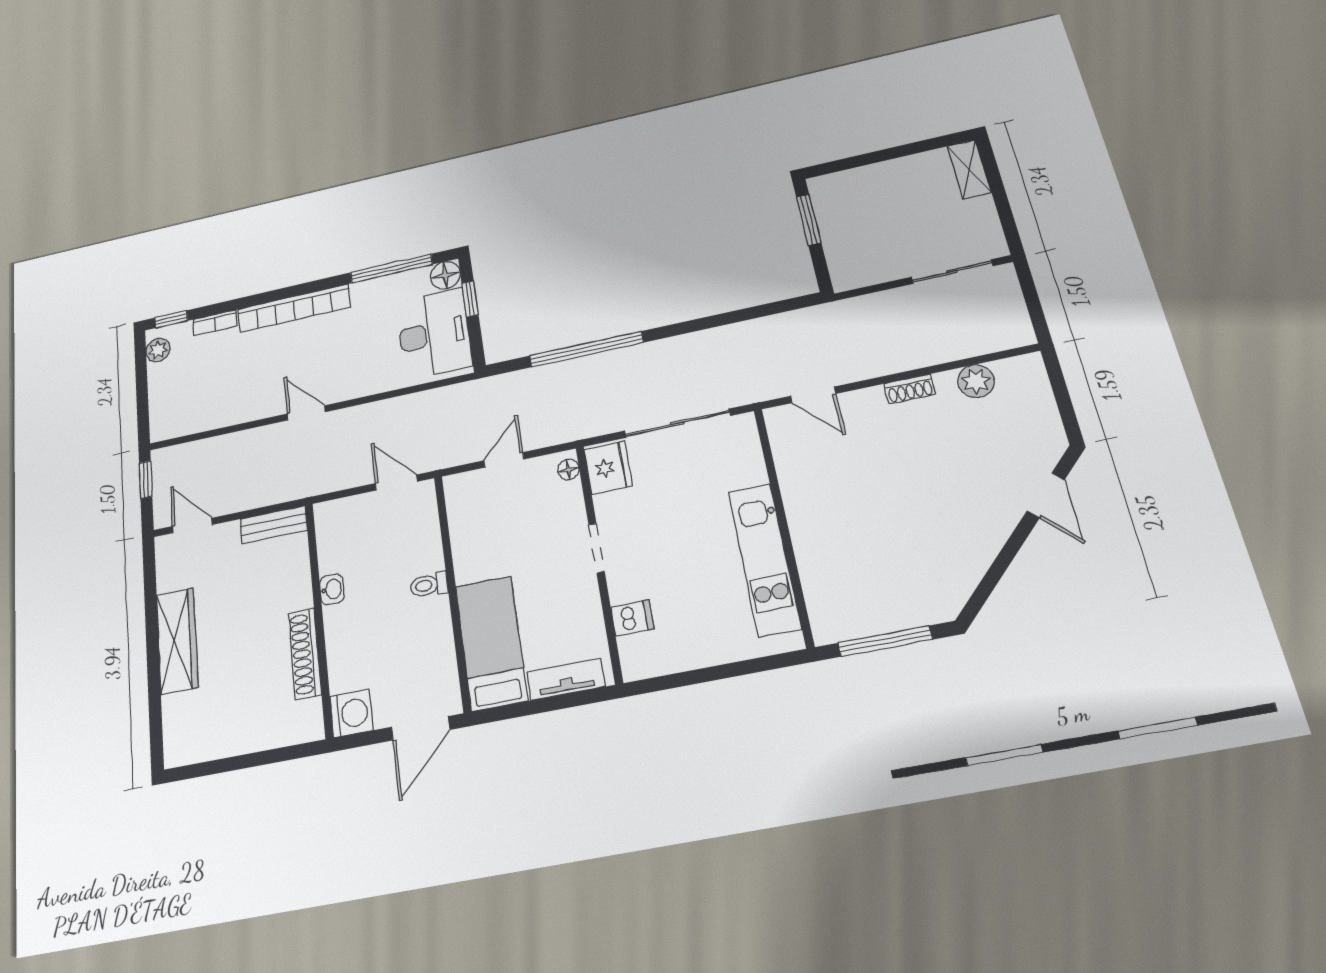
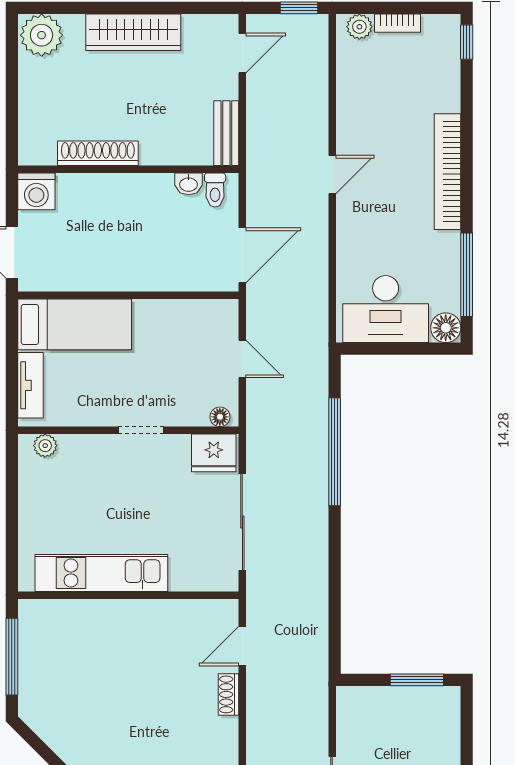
window: (470, 299) -> (414, 349), removed
bookcase: (215, 323) -> (397, 23), moved, turned -90
plant: (158, 350) -> (359, 27), moved
shoe rack: (910, 389) -> (229, 694), moved
door: (396, 482) -> (242, 255), width x1.38
toilet: (429, 585) -> (215, 190), moved, turned 180
washbasin: (332, 589) -> (189, 184), moved
dishwasher: (632, 618) -> (73, 451), removed
plant: (631, 650) -> (45, 446), added
plant: (185, 739) -> (42, 35), added

